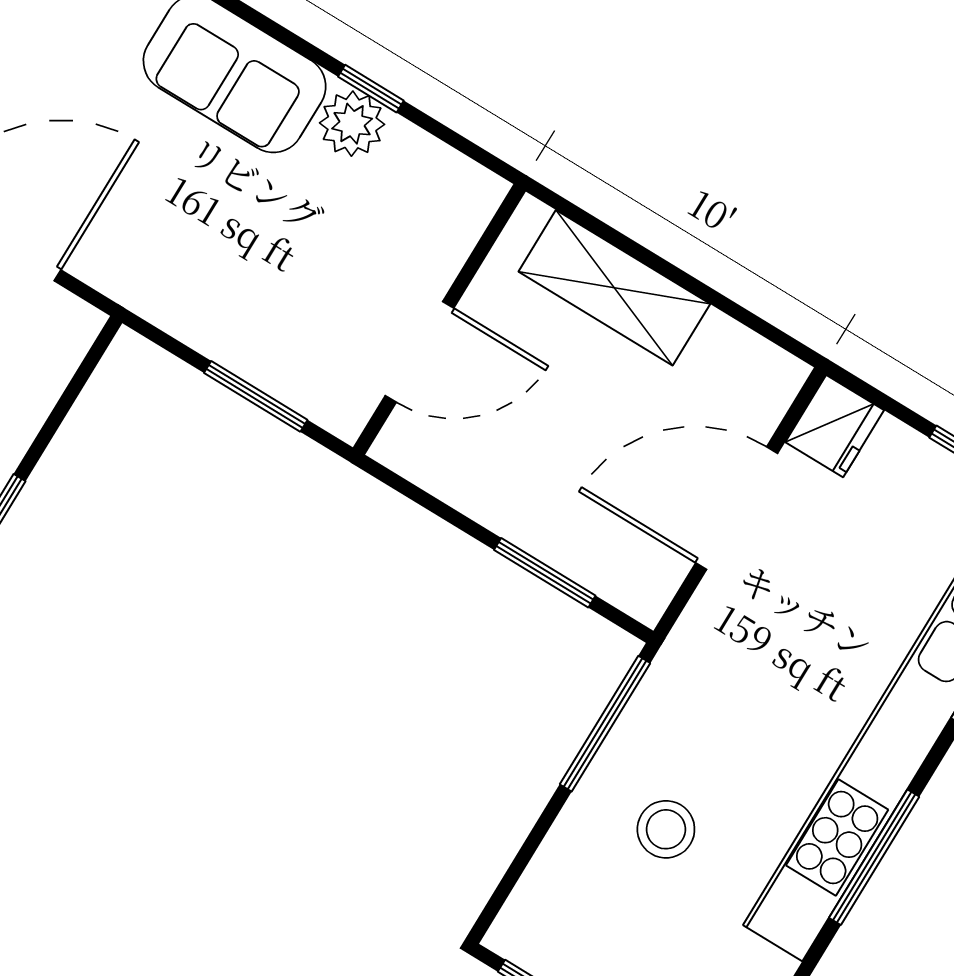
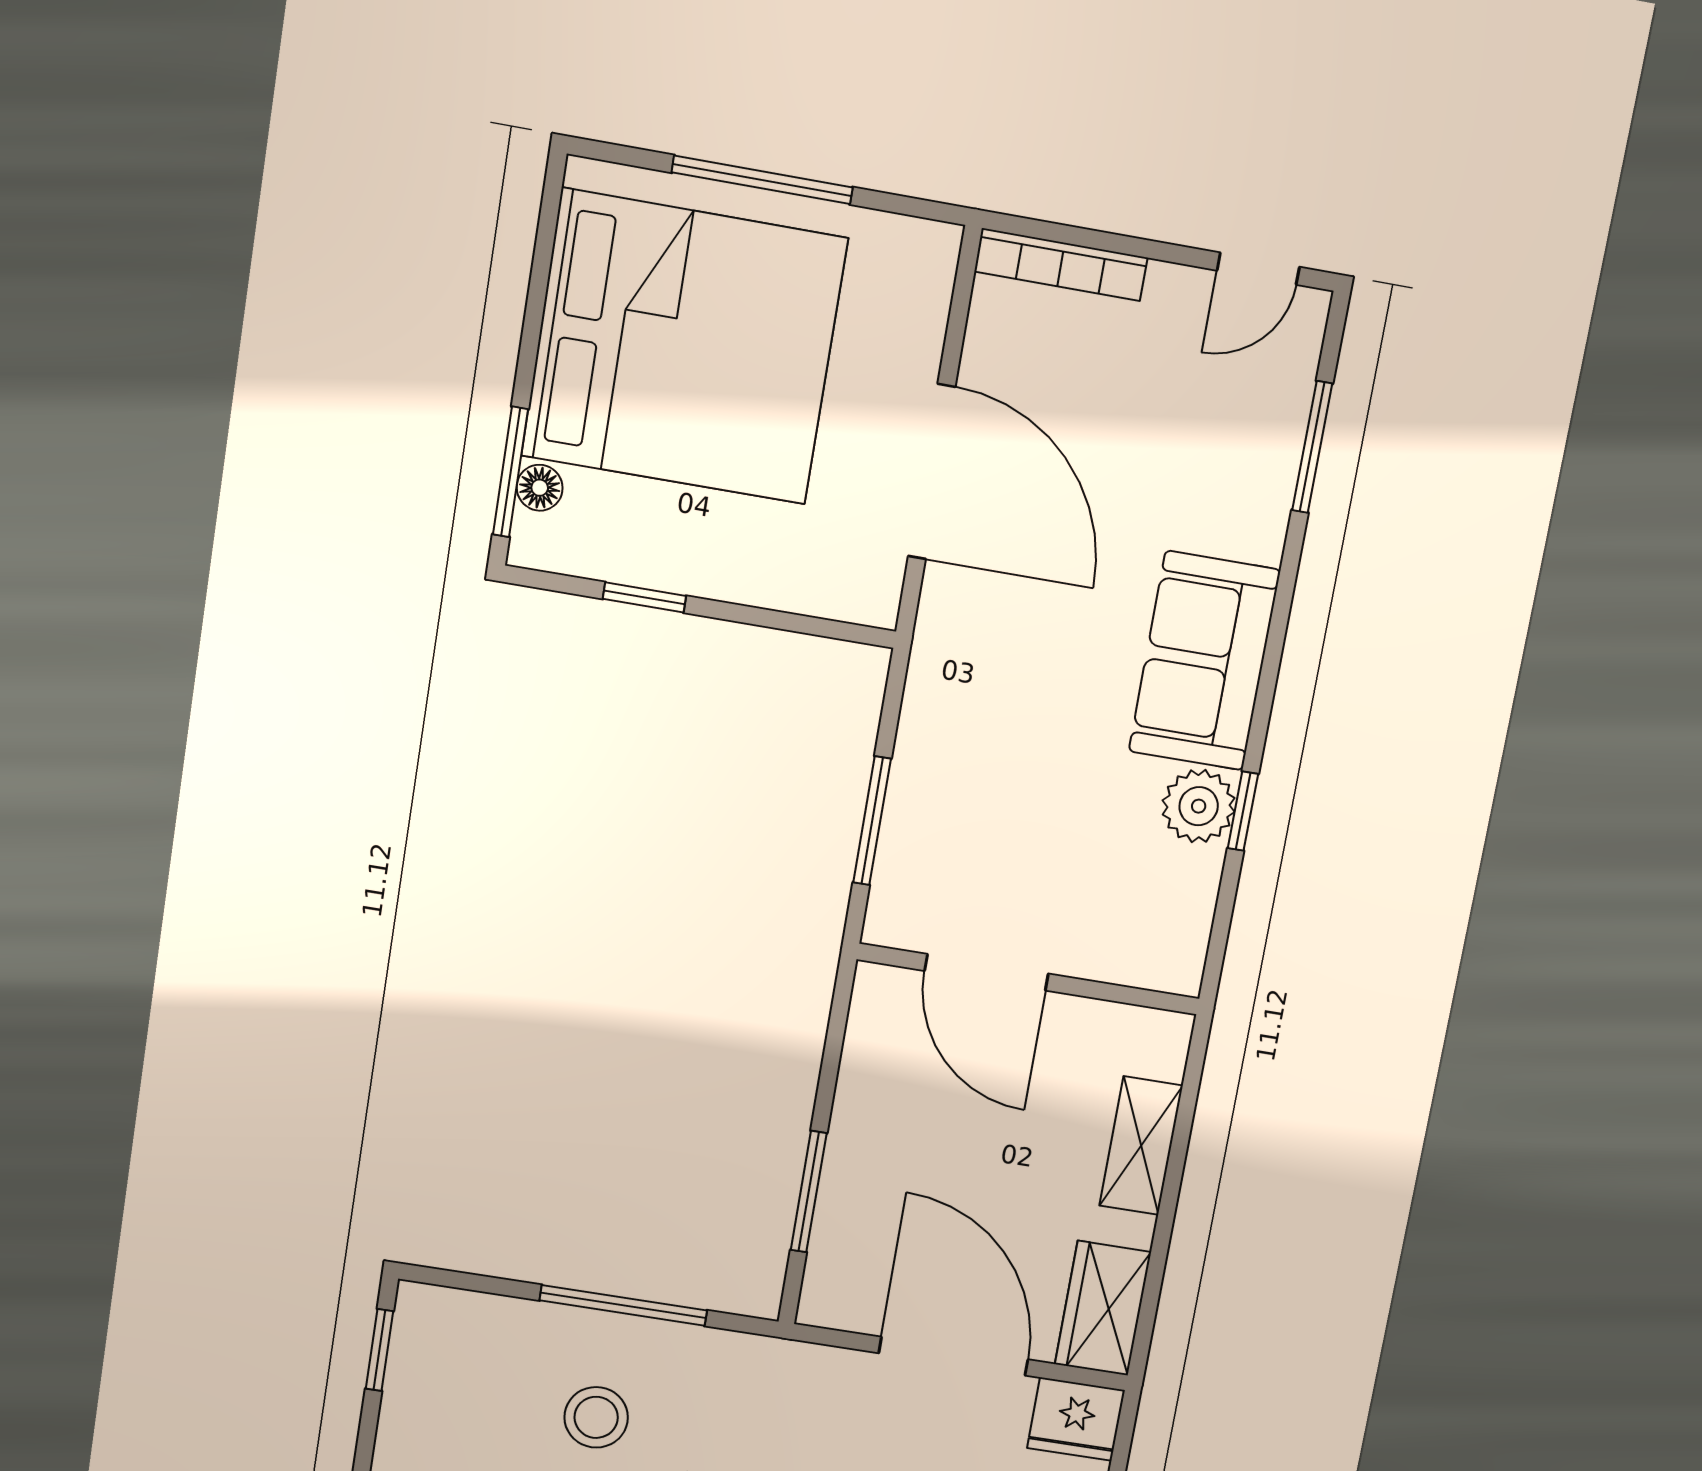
shelving: (614, 288) -> (1141, 1146), width x0.67, depth x0.75
wardrobe: (747, 366) -> (1103, 1308), added
window: (605, 724) -> (623, 1305), moved

